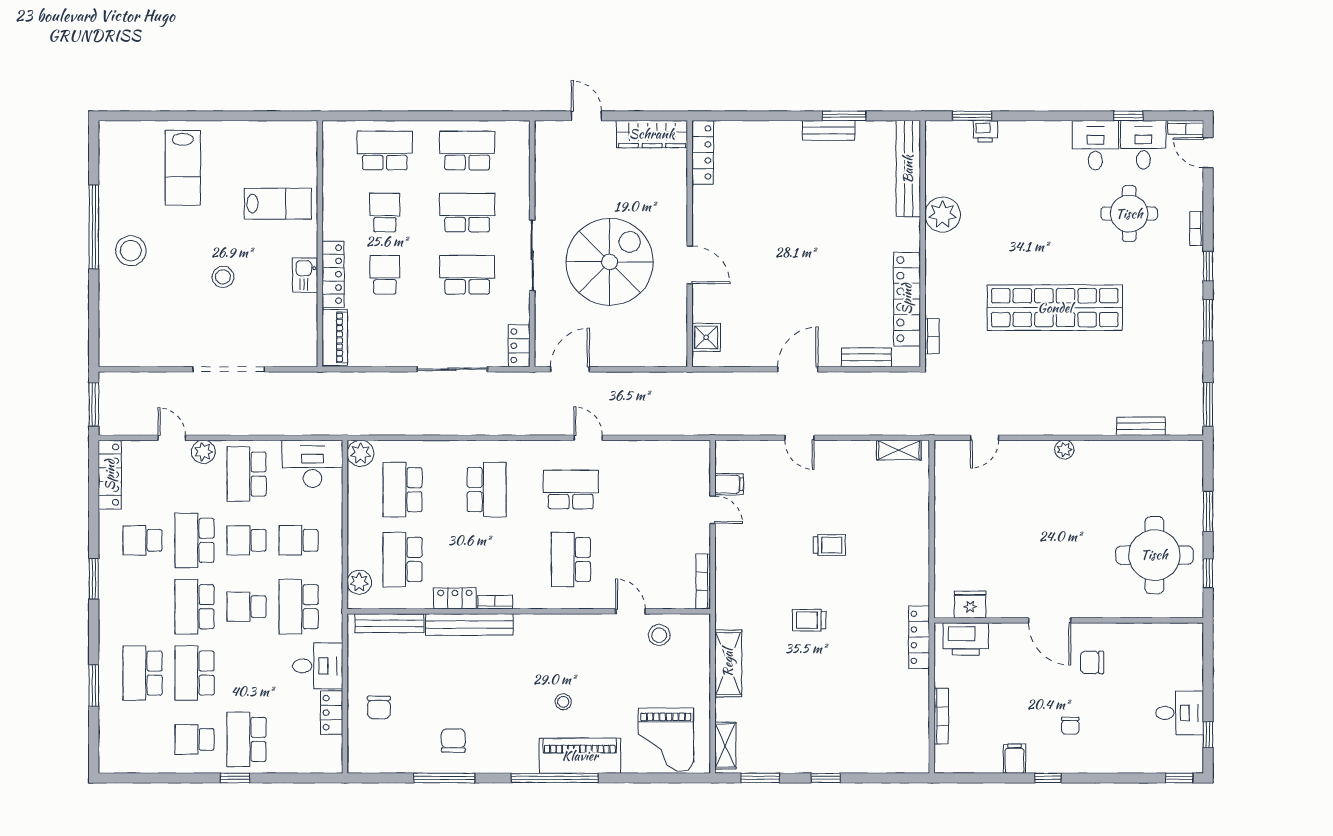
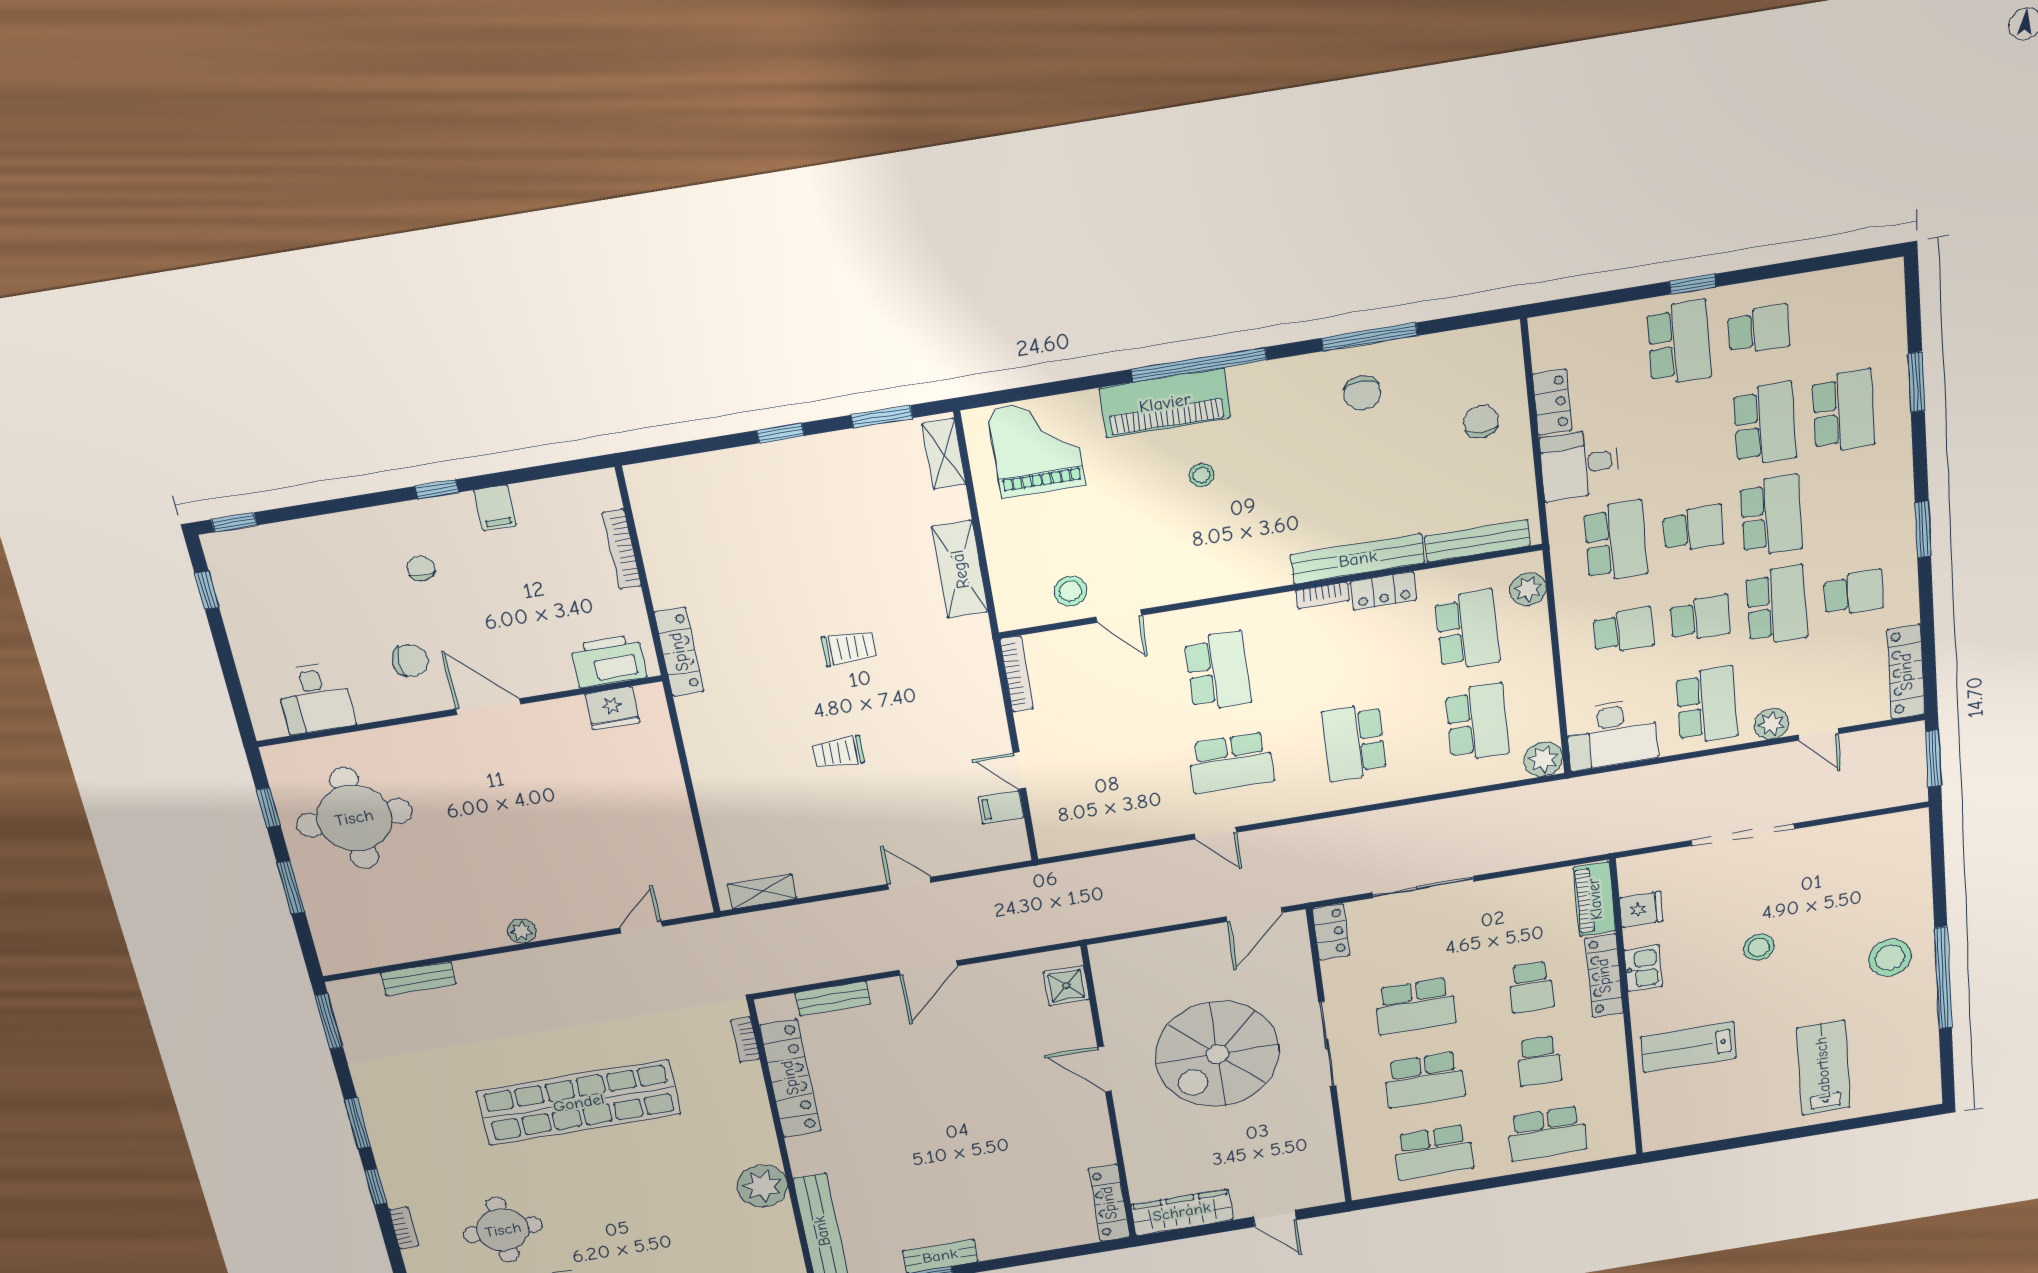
fridge: (303, 323) -> (1641, 909), added
desk: (1180, 713) -> (315, 698), moved, turned -90

